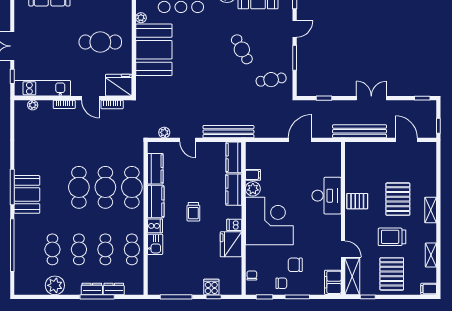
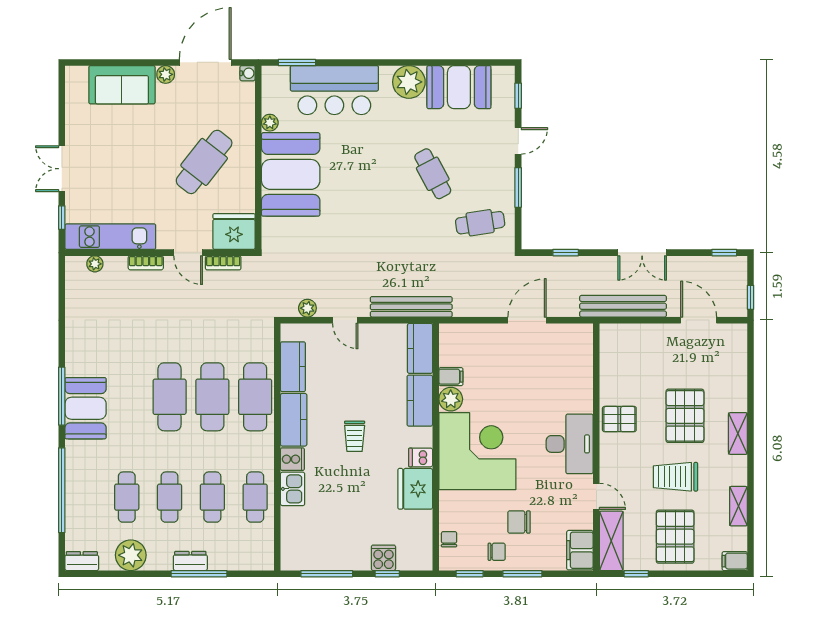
cafe table: (100, 42) -> (204, 162), turned -52
double door: (371, 98) -> (642, 253), swing flipped
desk: (327, 196) -> (570, 444), moved
dresser: (114, 289) -> (82, 561), moved

